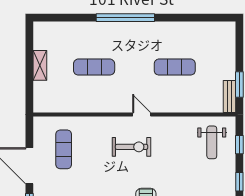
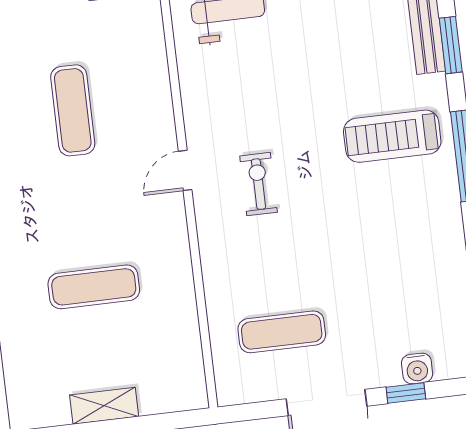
exercise mat: (94, 67) -> (94, 287), turned 90
exercise bike: (132, 147) -> (259, 184), width x0.73, depth x0.72

